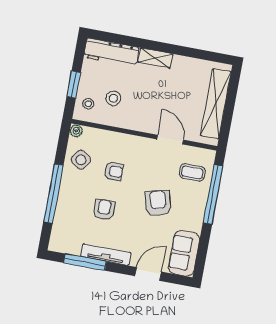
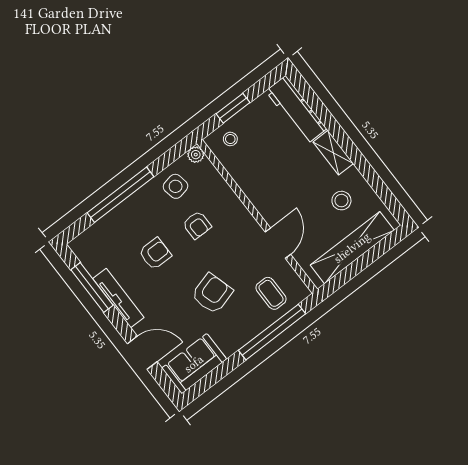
stool: (113, 98) -> (341, 201), moved
side table: (81, 160) -> (176, 186), turned 45

